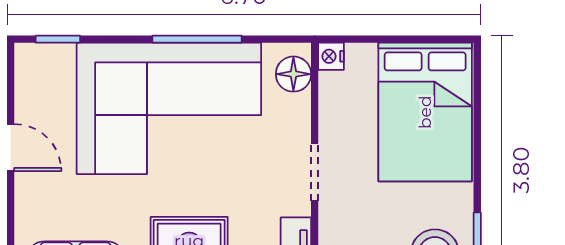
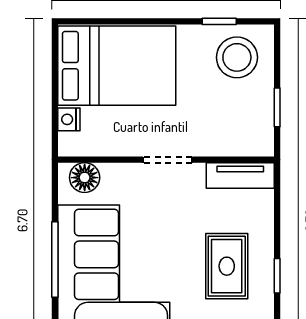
nightstand: (331, 56) -> (69, 119), moved, turned 90

